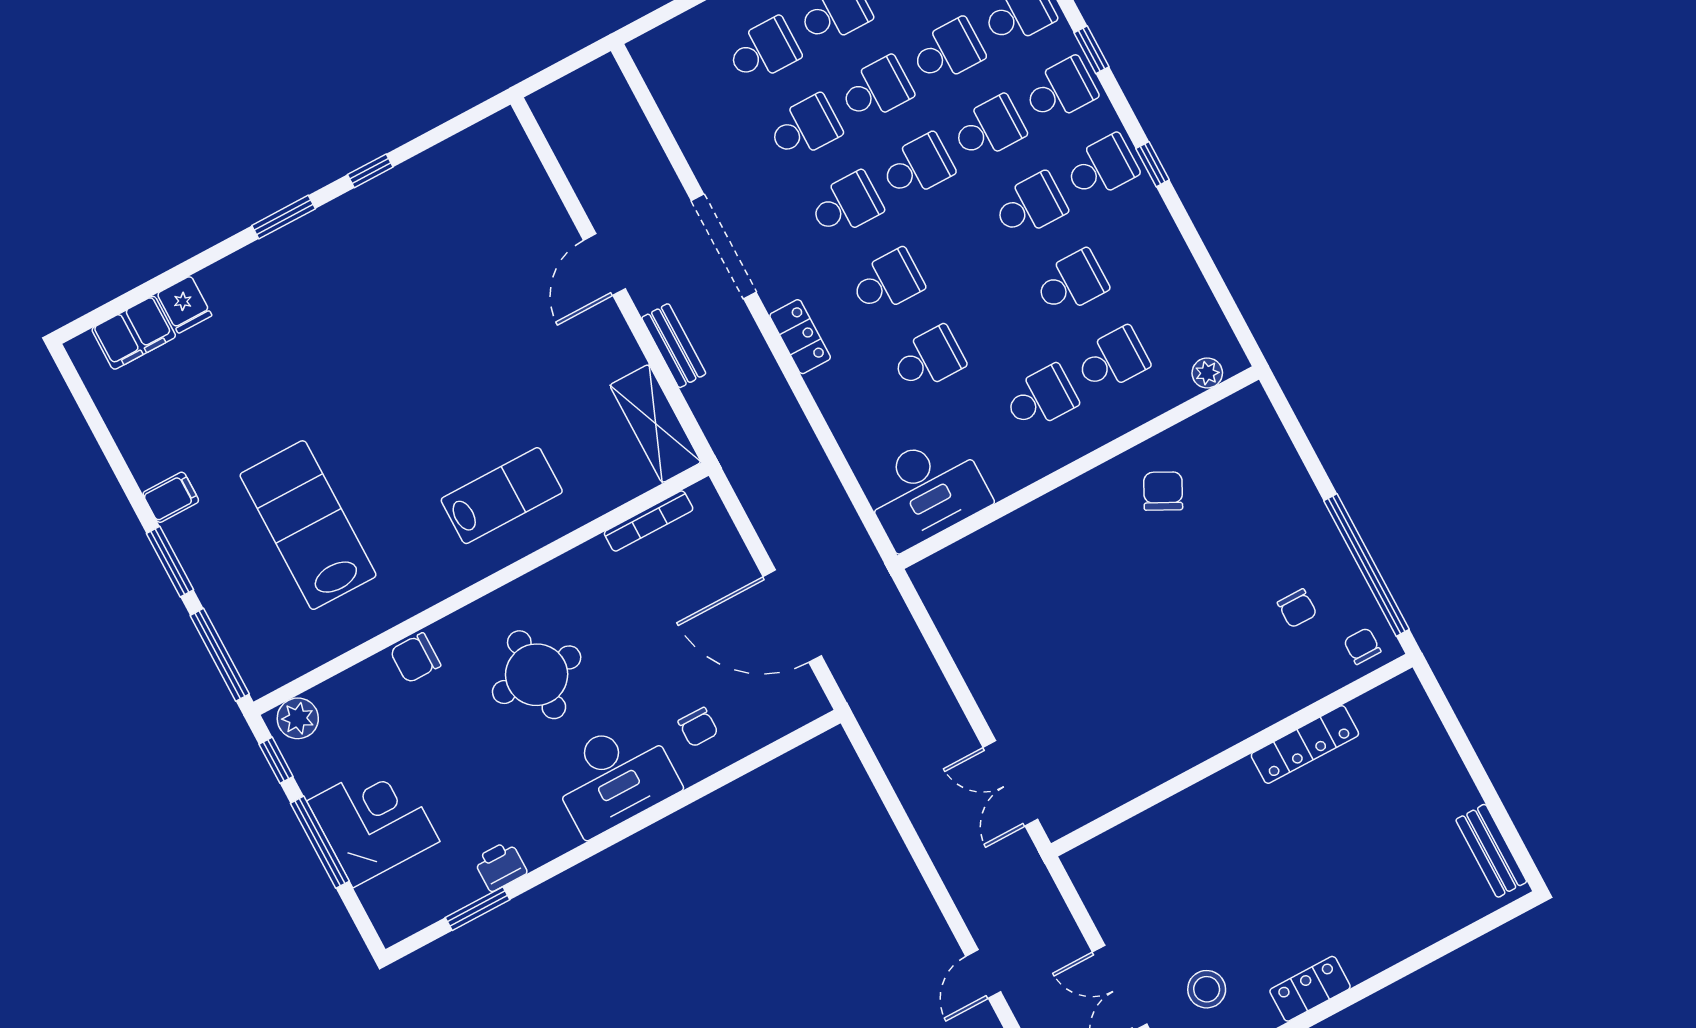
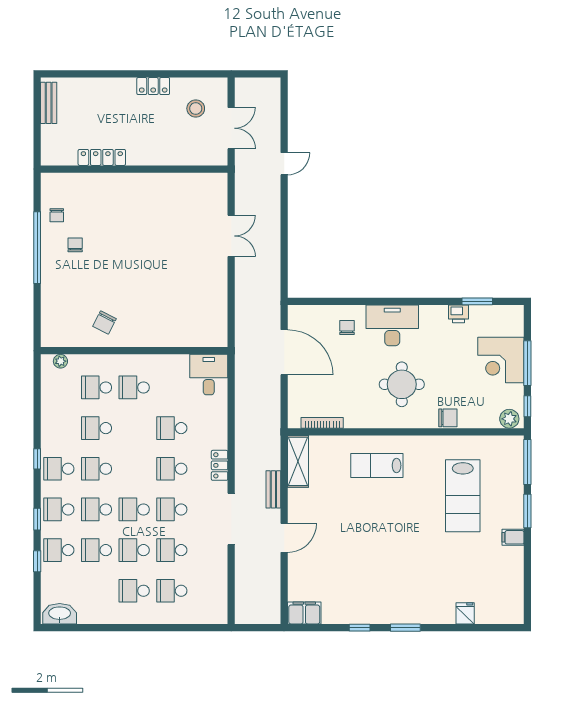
filing cabinet: (134, 333) -> (304, 613), moved
desk: (926, 491) -> (209, 375), width x0.73
locker: (1305, 745) -> (102, 157), moved
wall: (1232, 755) -> (134, 169), moved

